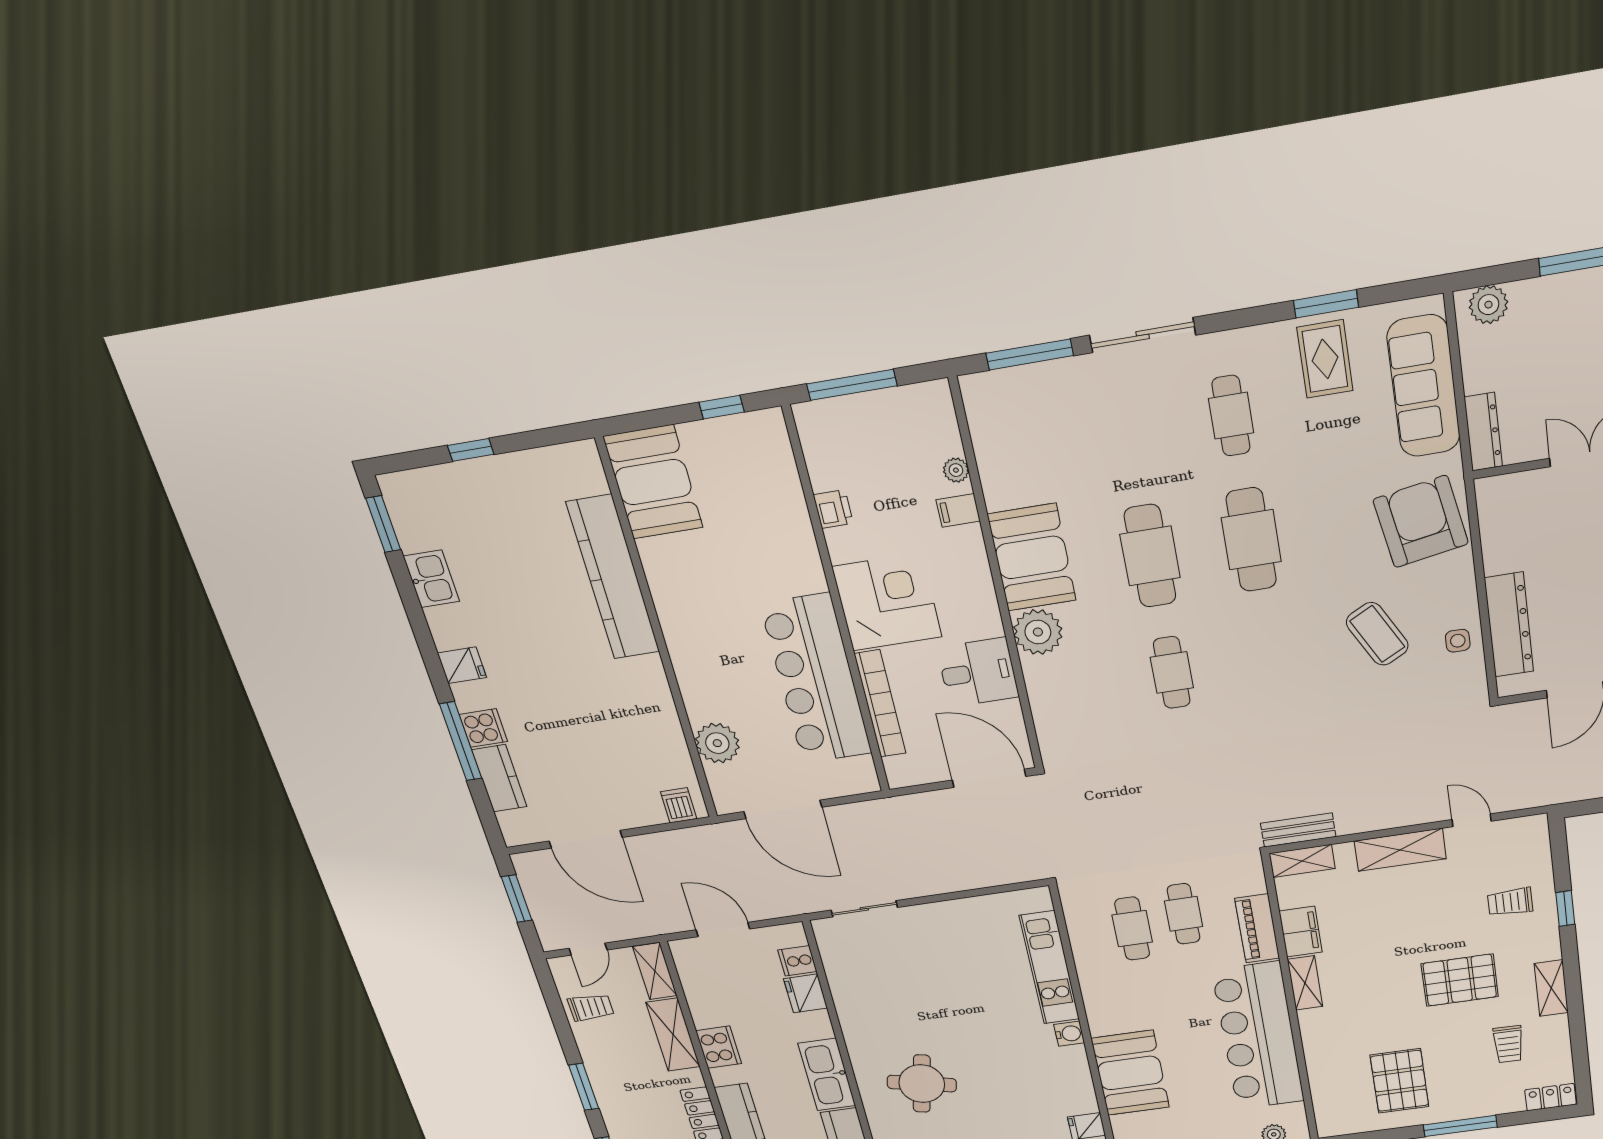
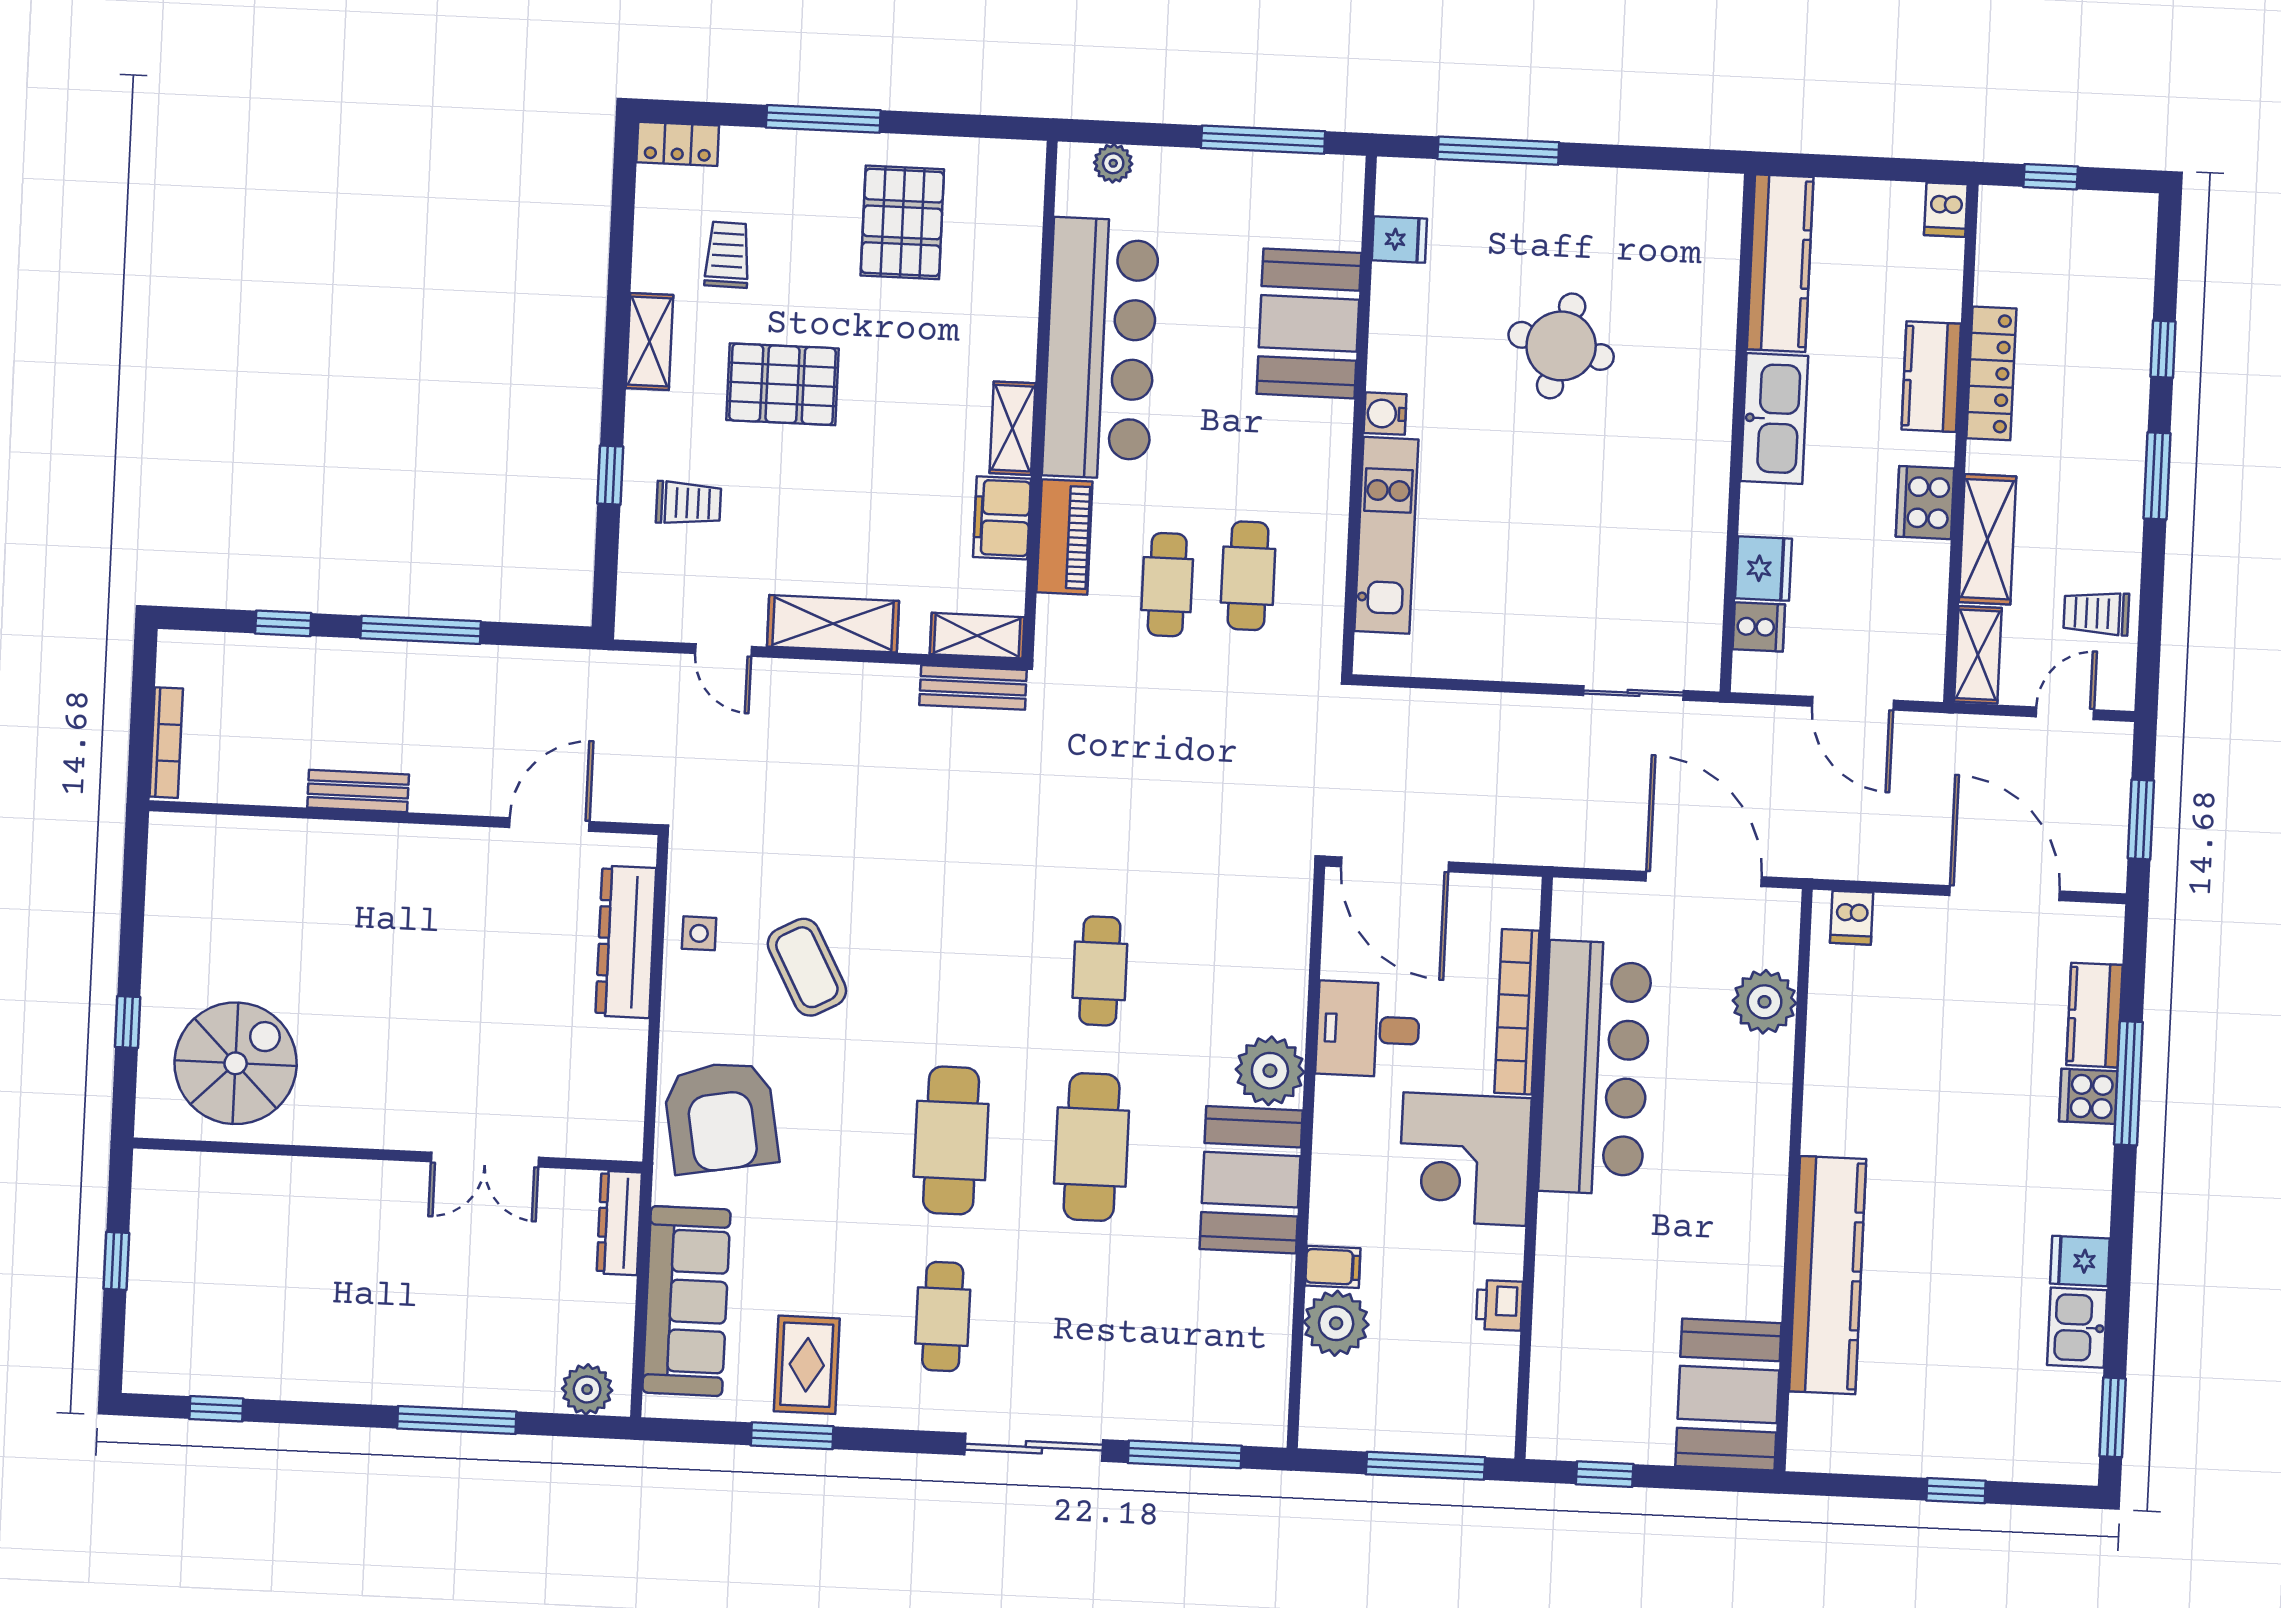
plant: (956, 470) -> (1336, 1323), width x1.88, depth x1.88
fridge: (462, 665) -> (2080, 1261), moved
round table: (922, 1084) -> (1561, 346), moved

